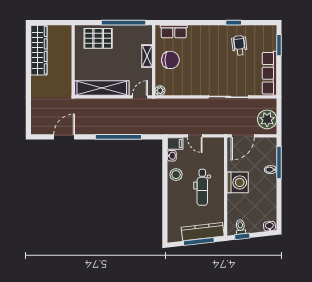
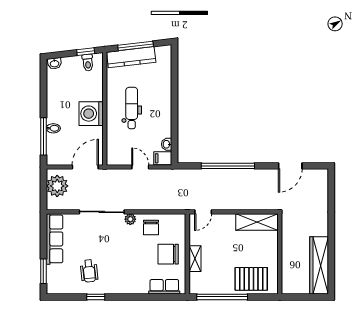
chair: (185, 83) -> (151, 227), added
shelving: (102, 88) -> (257, 222), width x0.68
plant: (160, 90) -> (130, 219), moved
stool: (176, 175) -> (162, 123), removed

